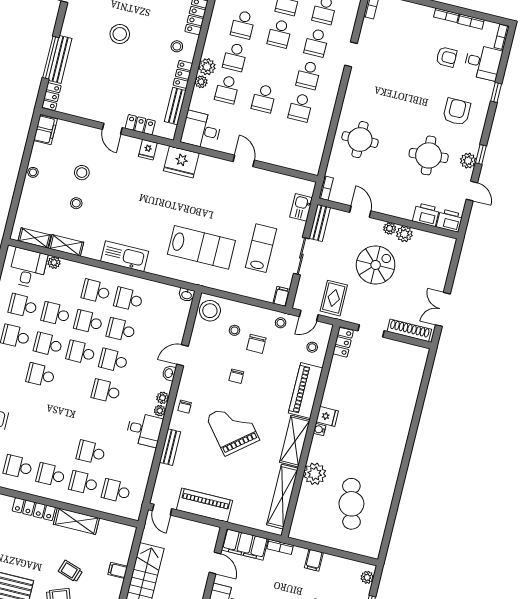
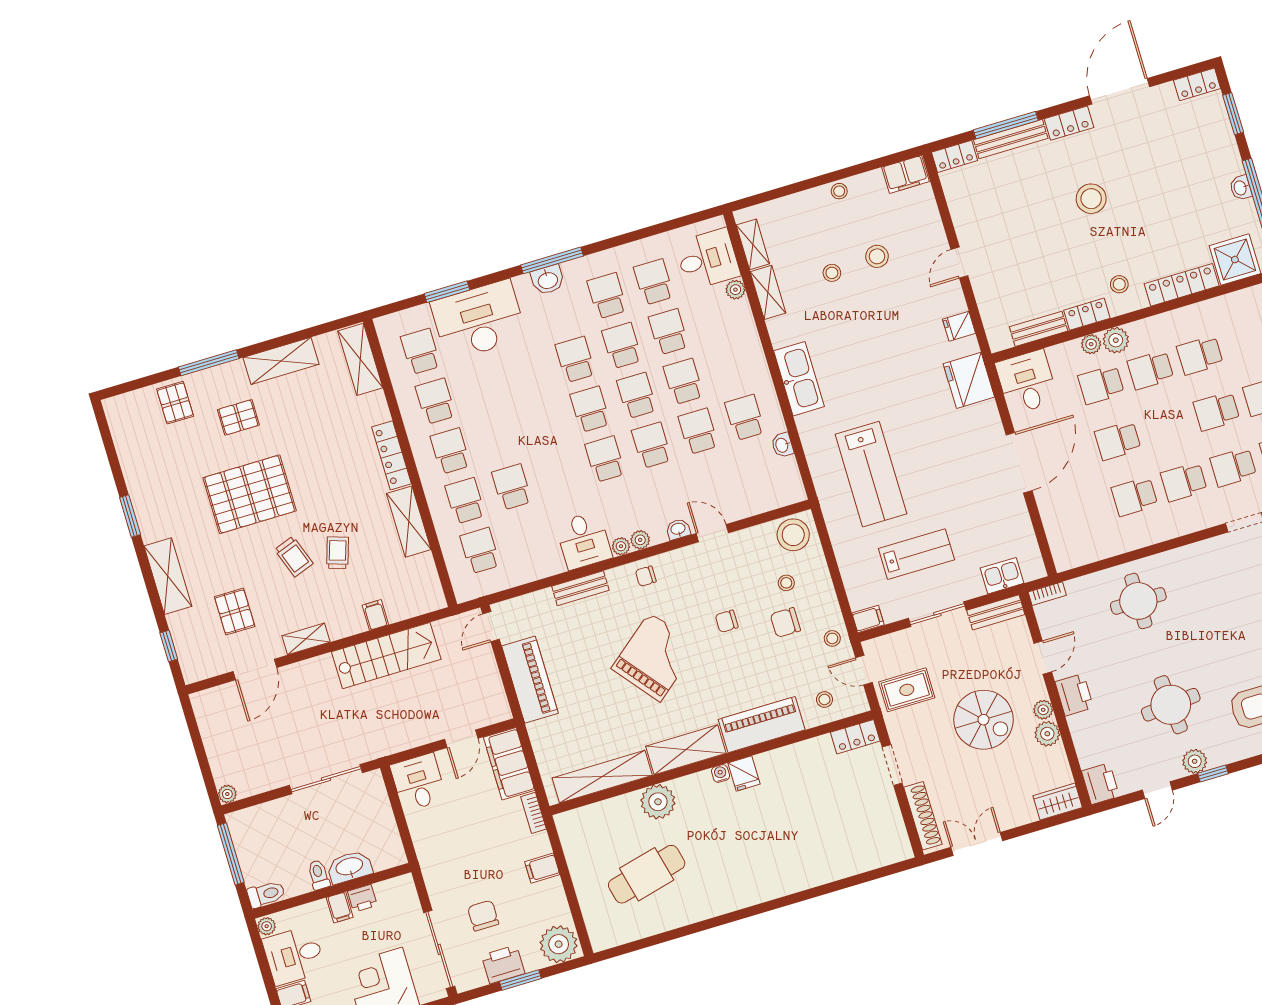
locker: (140, 125) -> (1069, 123), moved, turned 90
door: (244, 161) -> (1019, 463), width x1.88
printer: (426, 215) -> (1074, 695), moved
wardrobe: (446, 250) -> (1058, 802), added
school desk: (96, 291) -> (590, 409), moved
washbasin: (187, 295) -> (782, 445), moved
plant: (367, 577) -> (559, 944), width x1.87, depth x1.87

